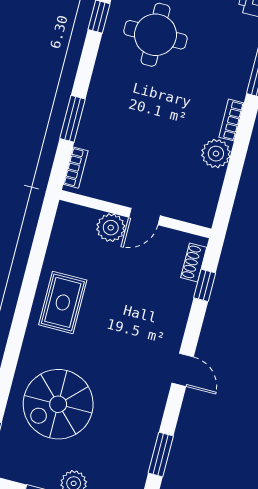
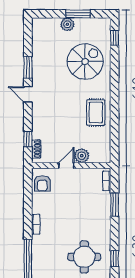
plant: (216, 154) -> (39, 206), removed
armchair: (199, 194) -> (42, 183), added
window: (161, 454) -> (28, 67), moved

